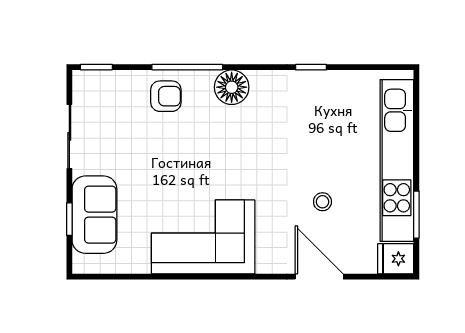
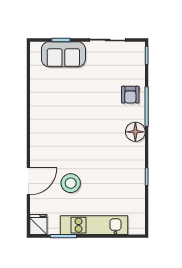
kitchen unit: (397, 161) -> (94, 225), width x0.73
stool: (322, 202) -> (71, 183), width x1.89, depth x1.89
corner sofa: (203, 237) -> (51, 116), removed

